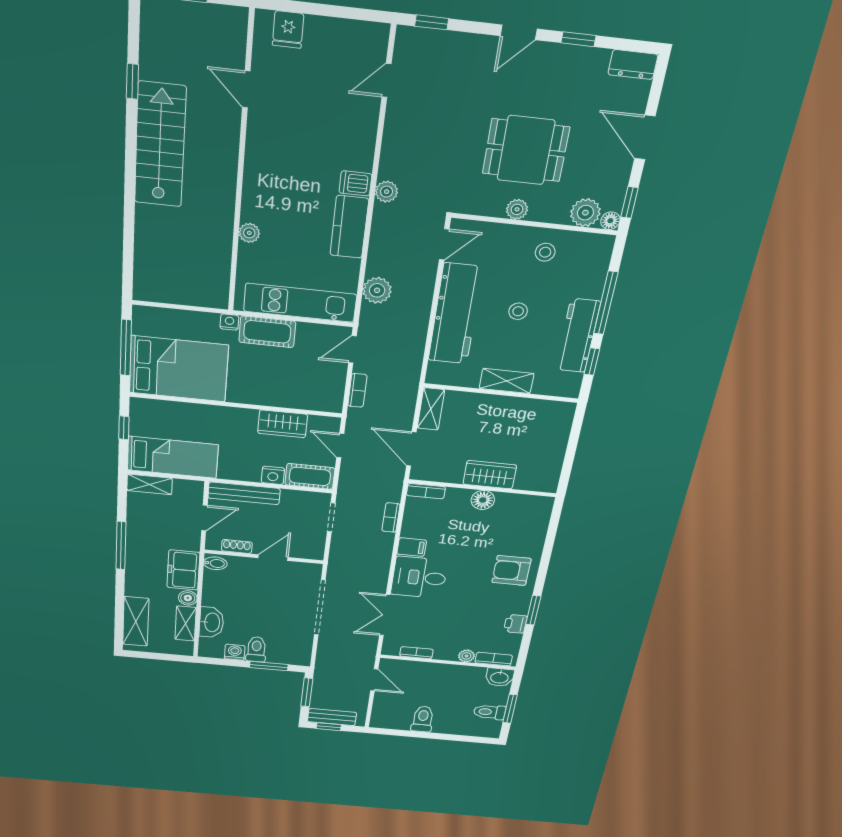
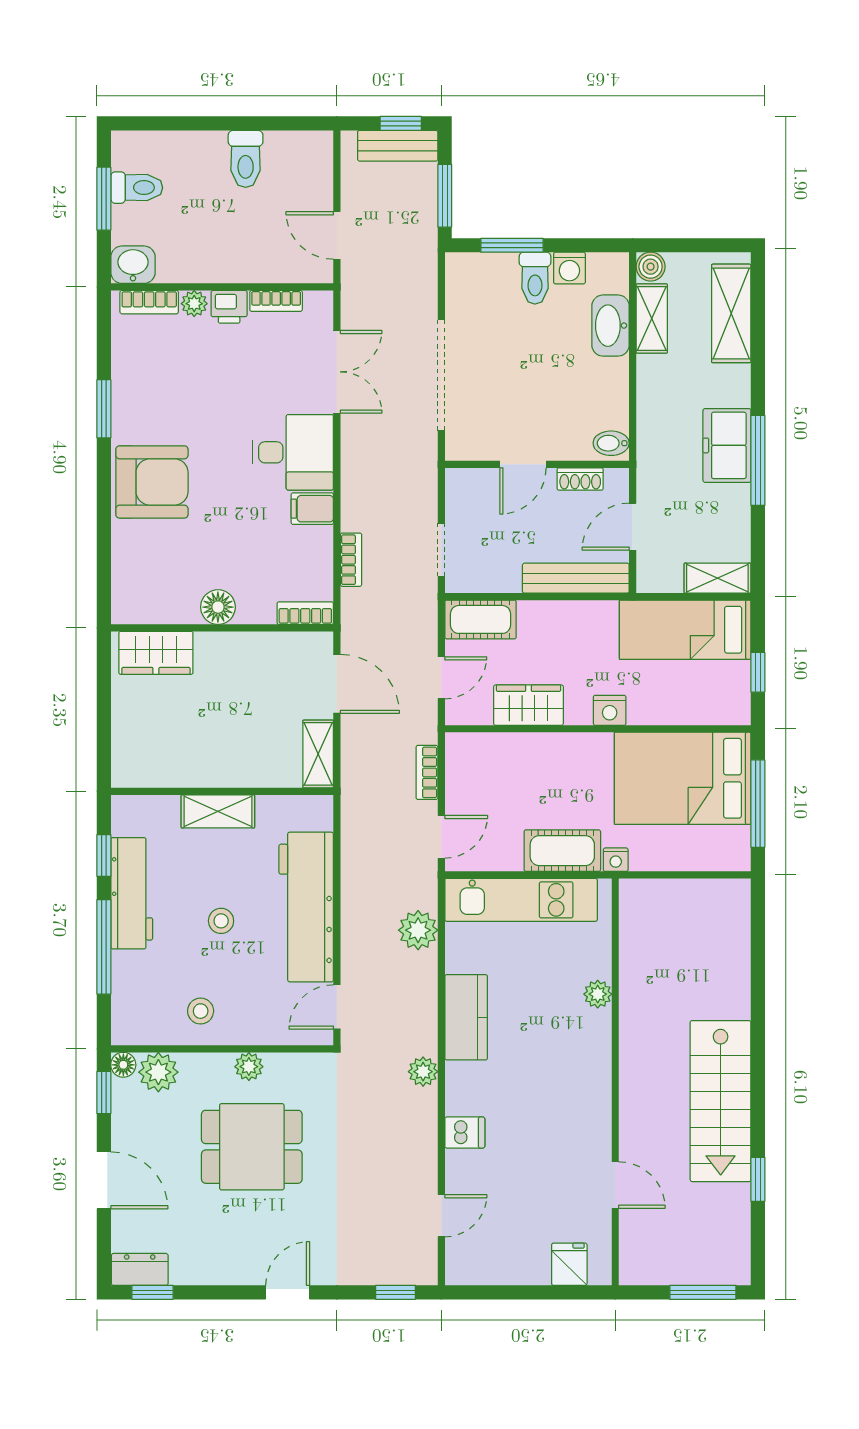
window: (578, 39) -> (152, 1292), moved
dishwasher: (355, 183) -> (465, 1132), moved
door: (340, 446) -> (441, 678), hinge flipped
nightstand: (273, 475) -> (610, 710), moved, turned 180
wardrobe: (490, 475) -> (156, 653), moved
freezer: (183, 570) -> (727, 445), moved, turned 180
armchair: (511, 571) -> (152, 482), width x1.36, depth x1.36
boiler: (188, 598) -> (651, 267), moved
printer: (515, 624) -> (229, 307), moved, turned 90

